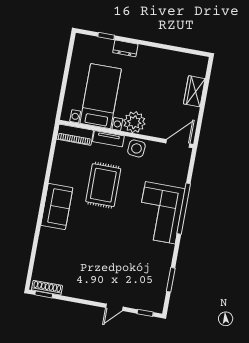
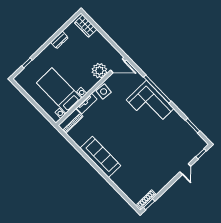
dresser: (125, 48) -> (59, 40), moved
wardrobe: (194, 91) -> (86, 26), moved
plant: (134, 122) -> (99, 71), moved
door: (178, 143) -> (118, 66), swing flipped
rug: (103, 185) -> (111, 125), removed
sofa: (57, 206) -> (100, 157), width x1.36

